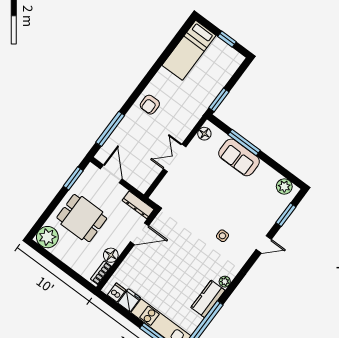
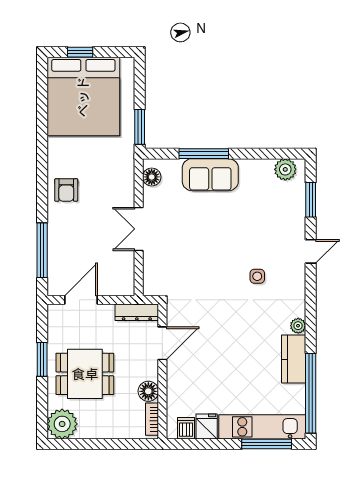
window: (227, 39) -> (80, 52), moved
bed: (189, 50) -> (83, 97), width x2.04
door: (111, 174) -> (81, 300), hinge flipped
window: (73, 178) -> (42, 359), moved

